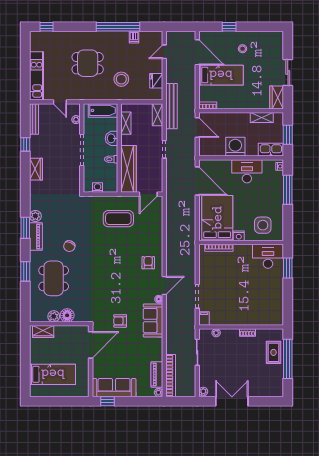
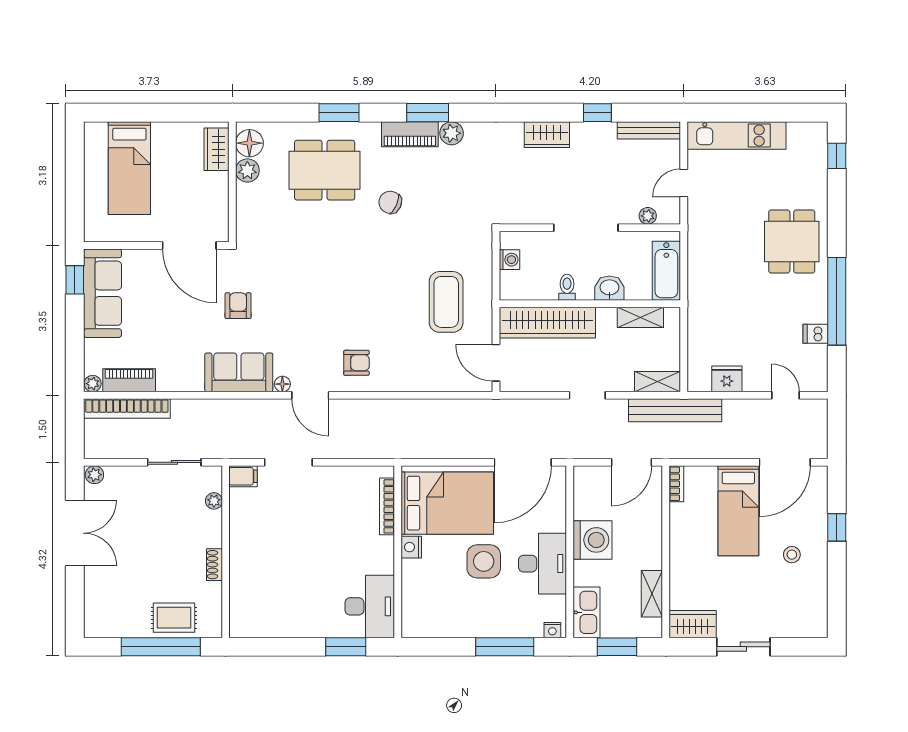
dining table: (88, 63) -> (792, 242), moved
stool: (121, 79) -> (730, 308), removed
side table: (263, 225) -> (484, 561), moved
floor lamp: (67, 315) -> (249, 143), moved

